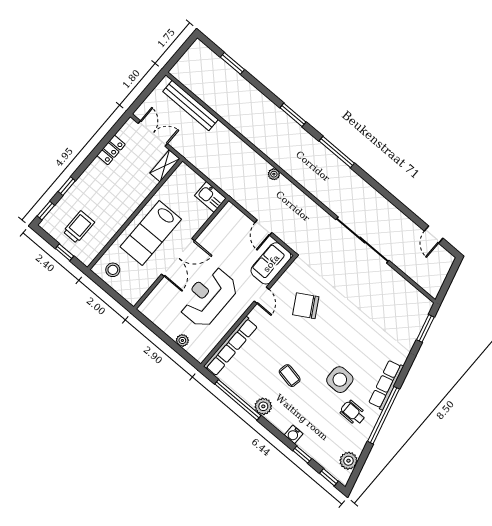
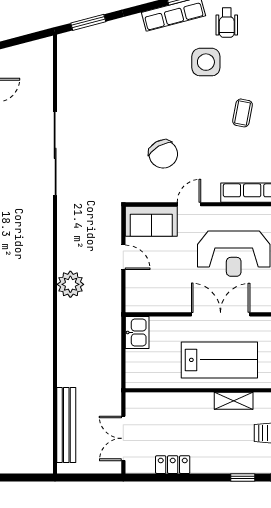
shelving: (165, 166) -> (234, 401), moved
plant: (274, 174) -> (70, 284), width x1.87, depth x1.87
door: (263, 228) -> (123, 257), hinge flipped

